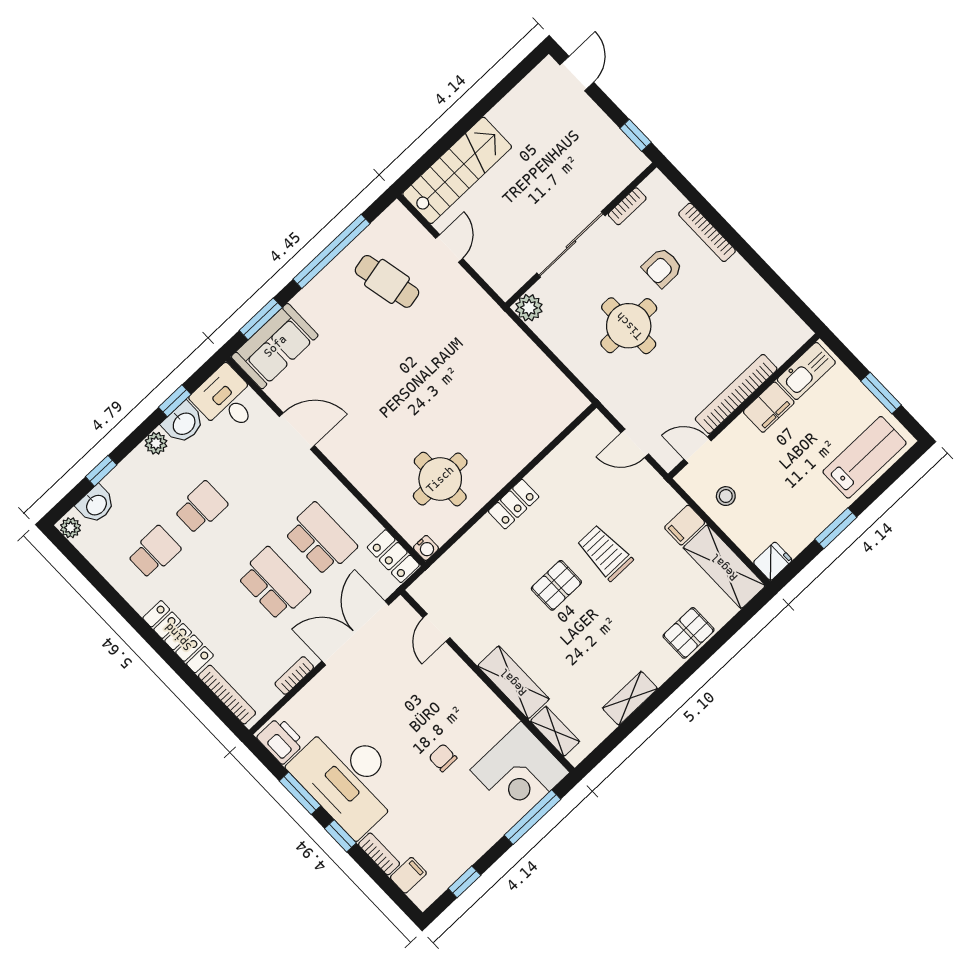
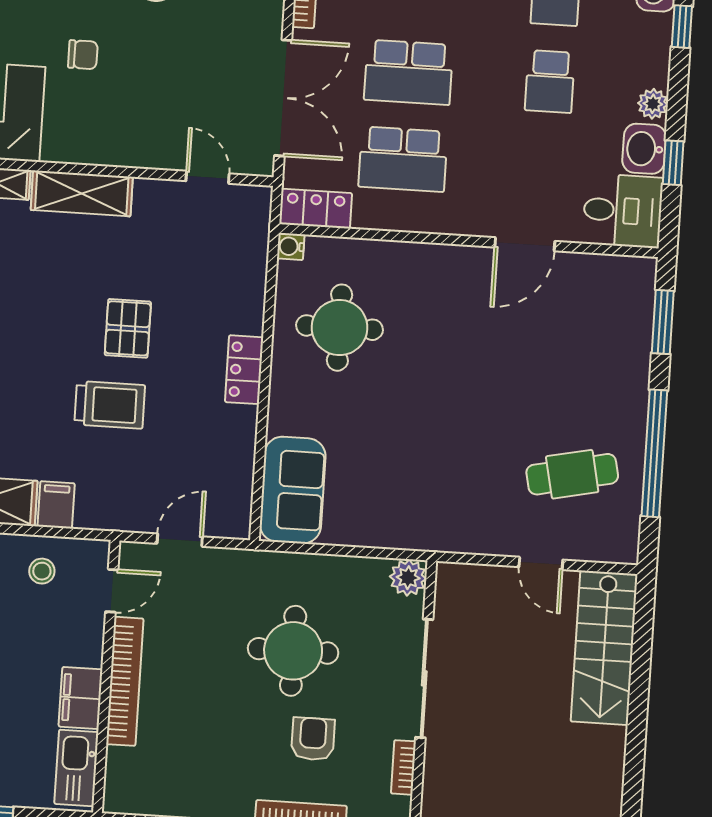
sofa: (275, 346) -> (293, 490), moved, turned 180

